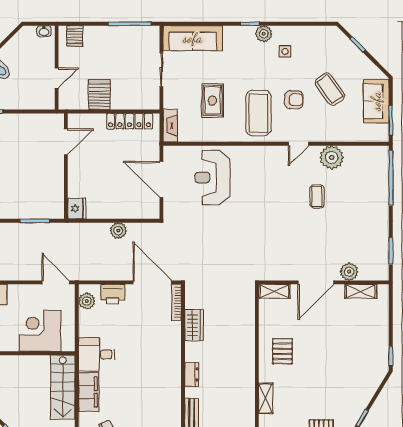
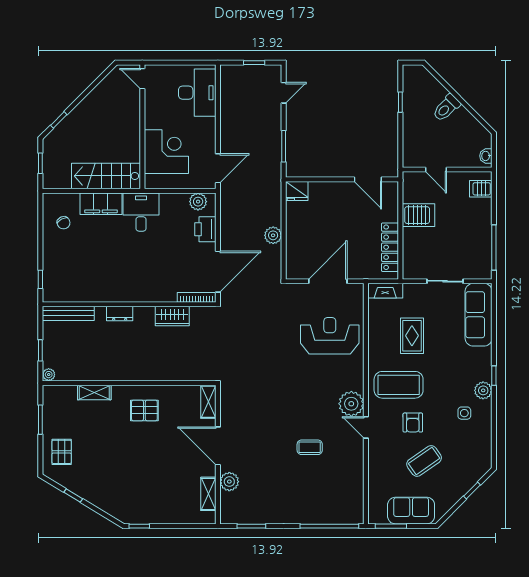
rug: (212, 101) -> (412, 336), turned 90
plant: (332, 157) -> (351, 404), moved

